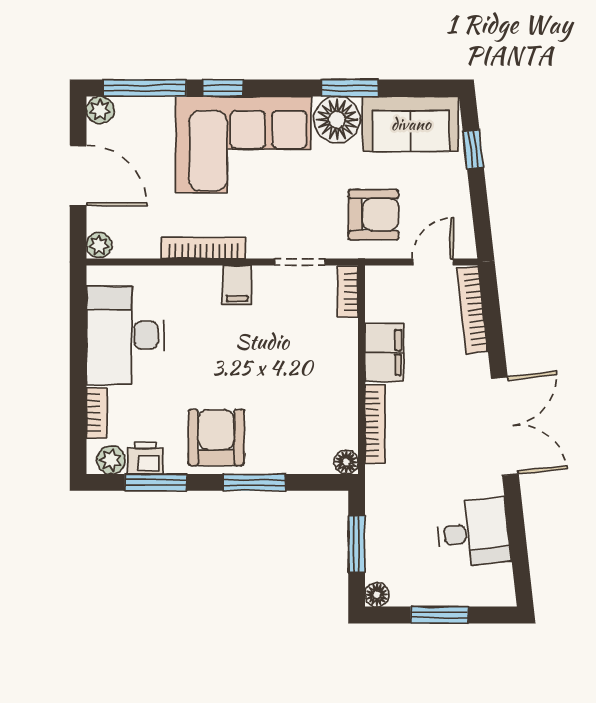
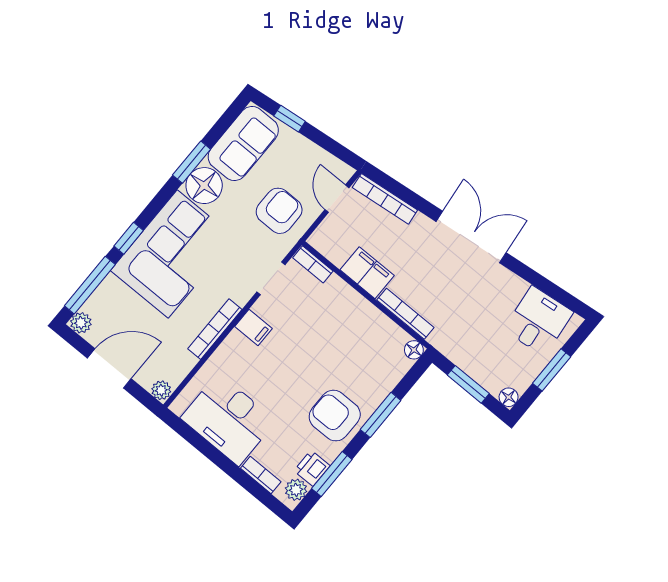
desk: (473, 533) -> (538, 321), moved

